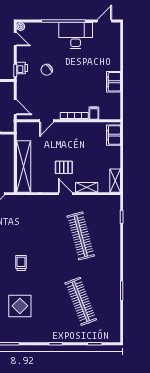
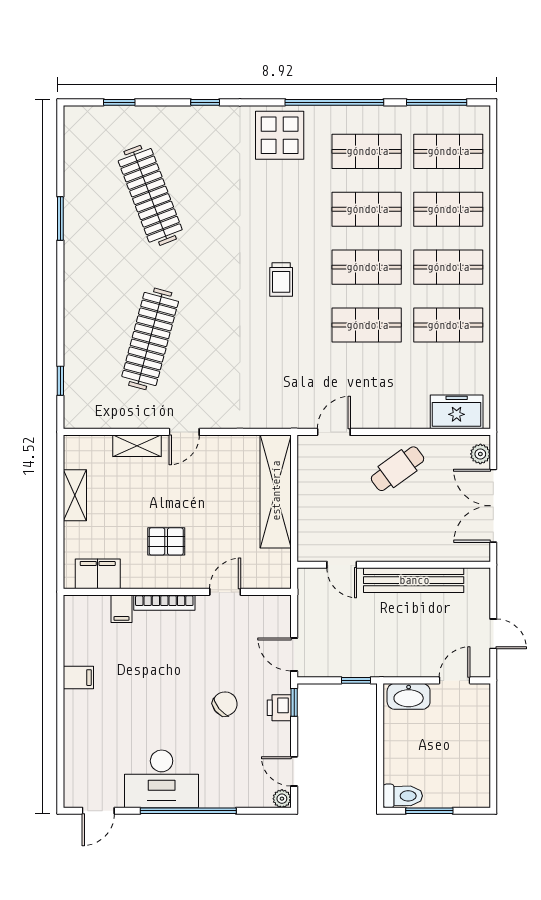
filing cabinet: (113, 82) -> (78, 678), width x0.50
door: (15, 107) -> (294, 655), moved
filing cabinet: (113, 135) -> (98, 574), moved, turned -90
pallet: (64, 167) -> (166, 541), moved
shelving: (115, 181) -> (75, 495), moved
door: (65, 194) -> (184, 432), hinge flipped
clothes rail: (81, 236) -> (150, 339), turned 30
display table: (20, 306) -> (280, 135), moved

